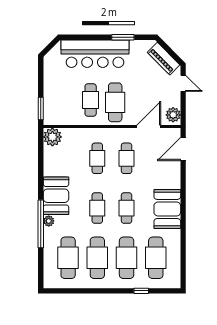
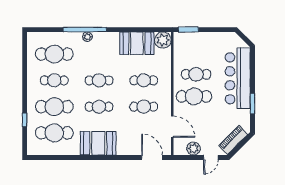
plant: (173, 115) -> (194, 149), moved
booth: (56, 196) -> (137, 43), moved
cafe table: (97, 258) -> (54, 80), width x0.73, depth x0.74

